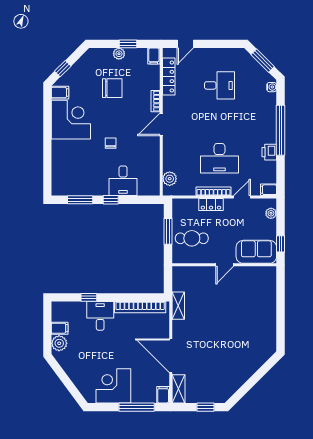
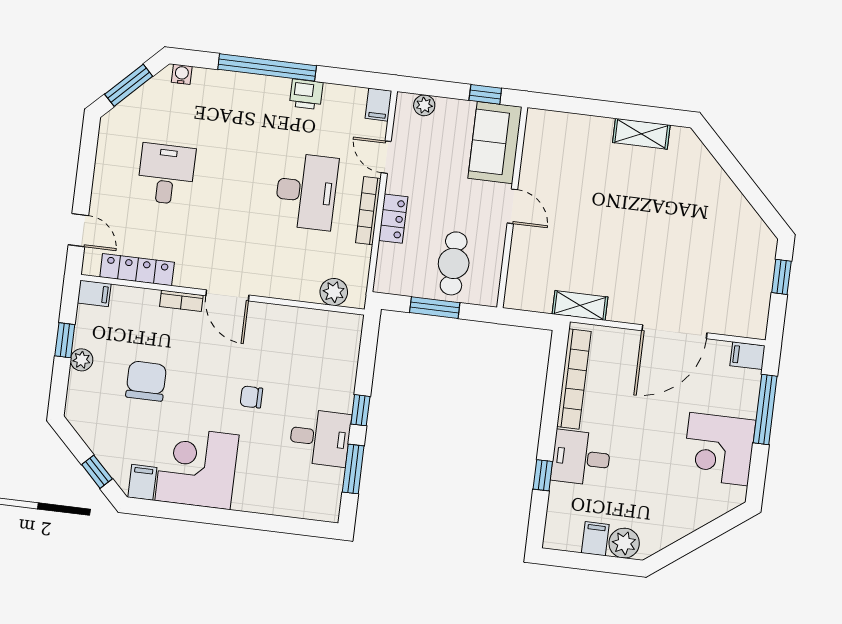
desk: (123, 181) -> (320, 438), moved
shelving: (178, 389) -> (641, 134), moved

